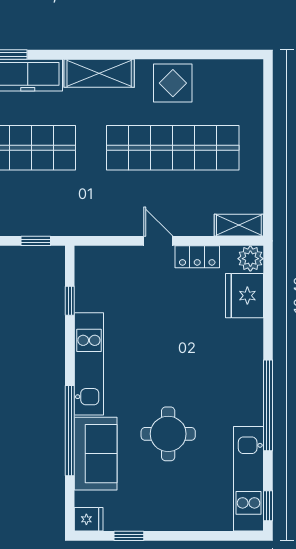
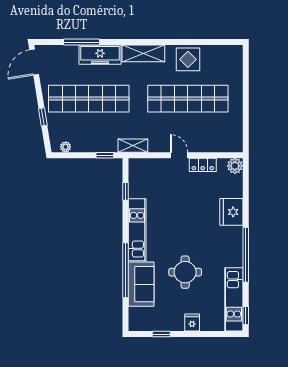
shelving: (239, 225) -> (133, 146), moved
fridge: (244, 296) -> (231, 212), moved
fridge: (89, 519) -> (192, 323), moved, turned -90

